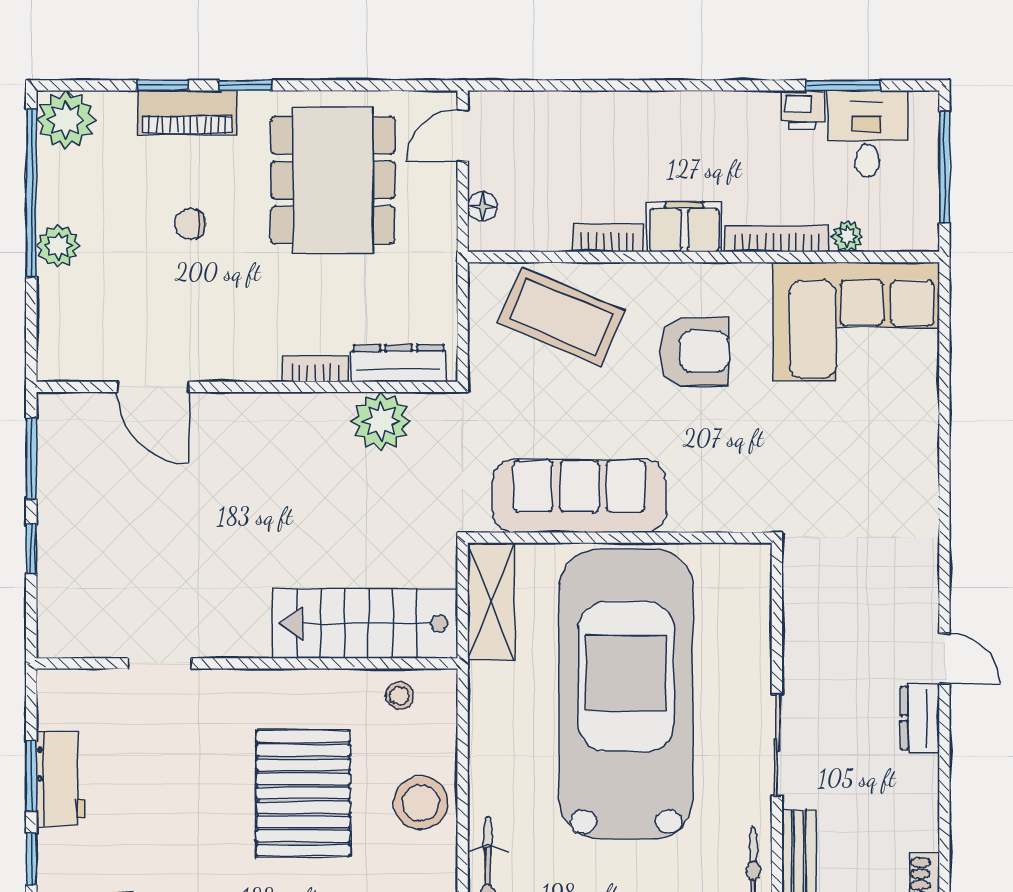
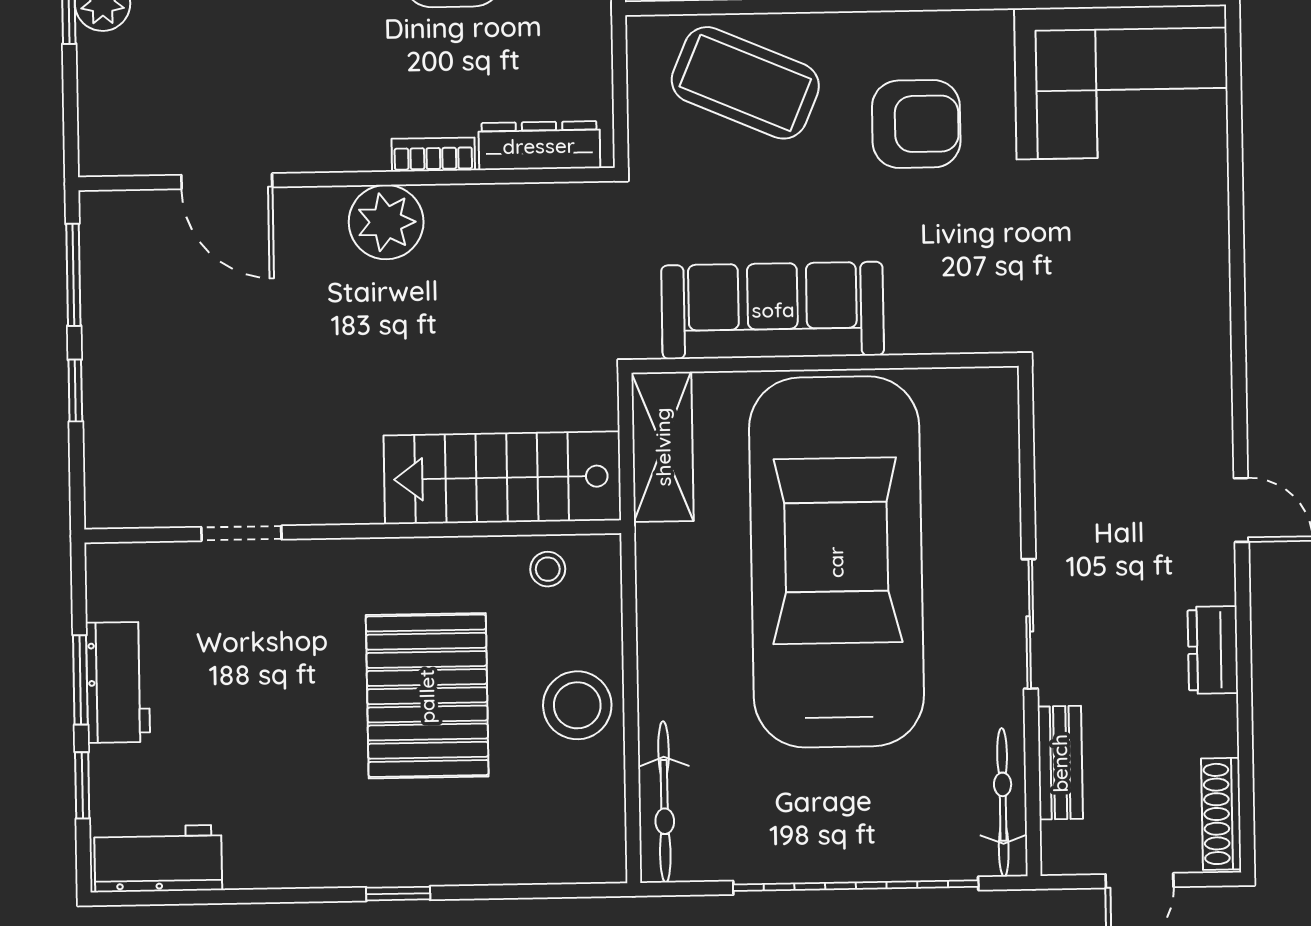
plant: (381, 421) -> (386, 222), moved
dresser: (920, 718) -> (1213, 650), moved

